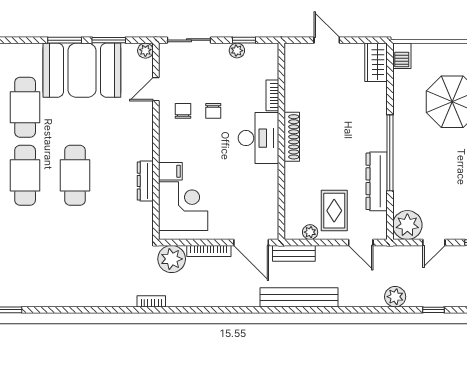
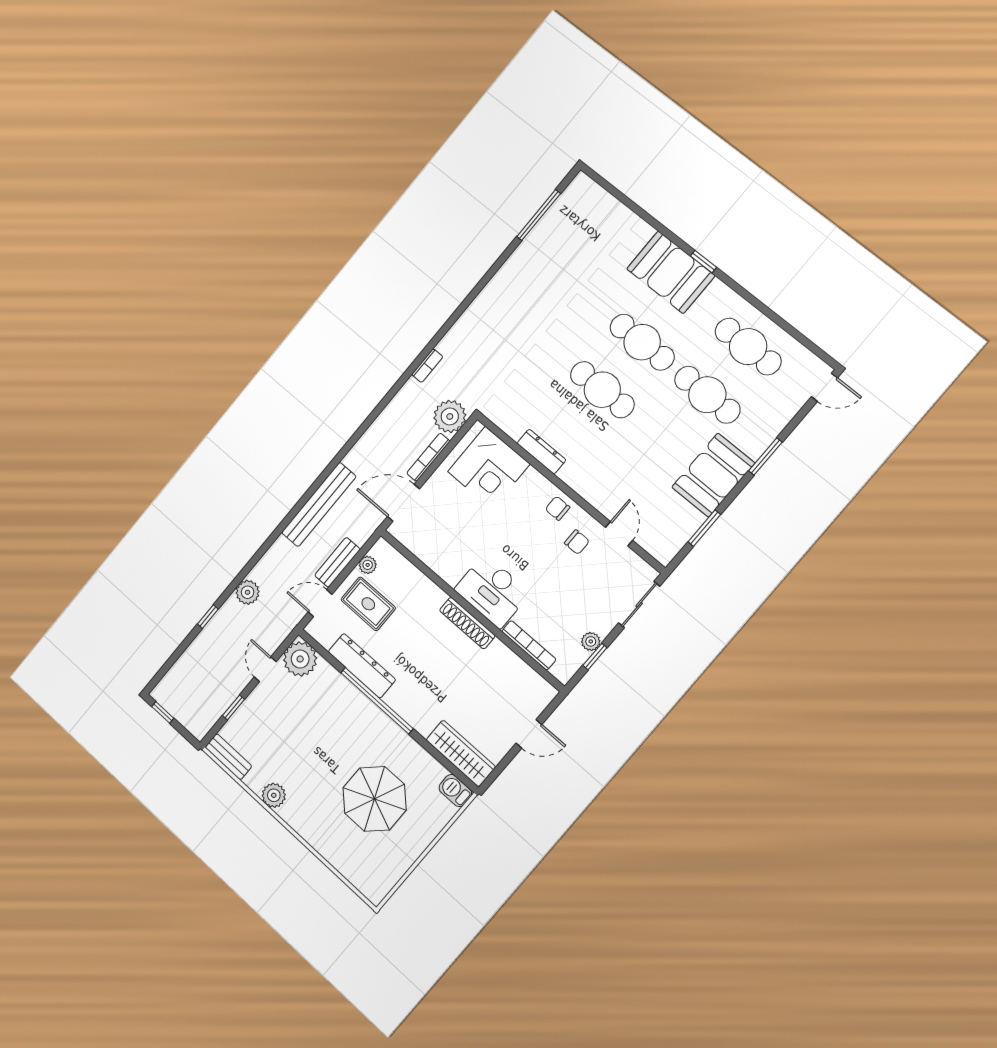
window: (65, 40) -> (765, 457), moved
plant: (145, 51) -> (664, 555), removed
wardrobe: (376, 62) -> (461, 753), width x1.50
booth: (82, 70) -> (713, 475), width x0.73, depth x0.70
bookcase: (272, 95) -> (529, 645), width x1.56
chair: (213, 111) -> (558, 508), moved
filing cabinet: (170, 171) -> (531, 483), removed
bench: (294, 253) -> (337, 562), moved

